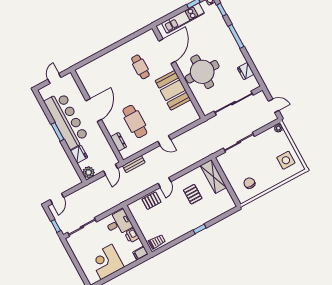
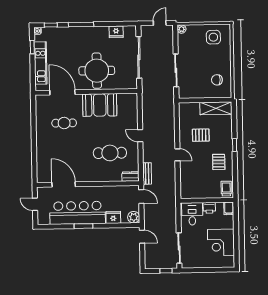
door: (94, 110) -> (64, 184), moved
door: (164, 141) -> (140, 136), swing flipped
dresser: (119, 142) -> (130, 176), moved
shelving: (213, 177) -> (216, 108), moved
door: (57, 199) -> (142, 237), moved
pallet: (151, 201) -> (219, 162), moved

